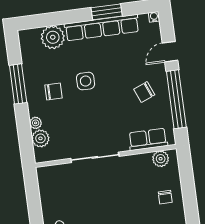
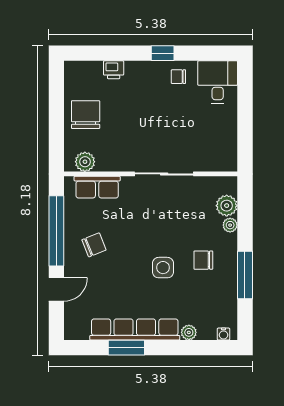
water cooler: (154, 17) -> (224, 334), moved
plant: (53, 37) -> (189, 332), width x0.53, depth x0.53
chair: (165, 197) -> (86, 115), width x1.87, depth x1.87

